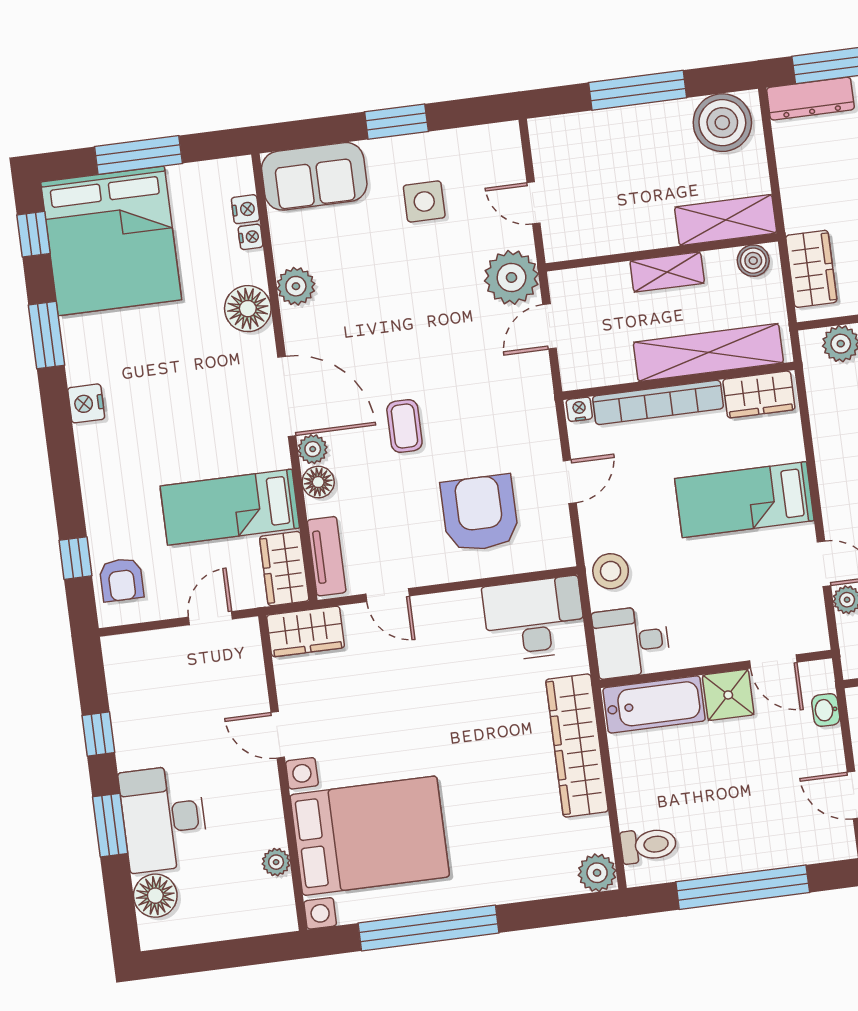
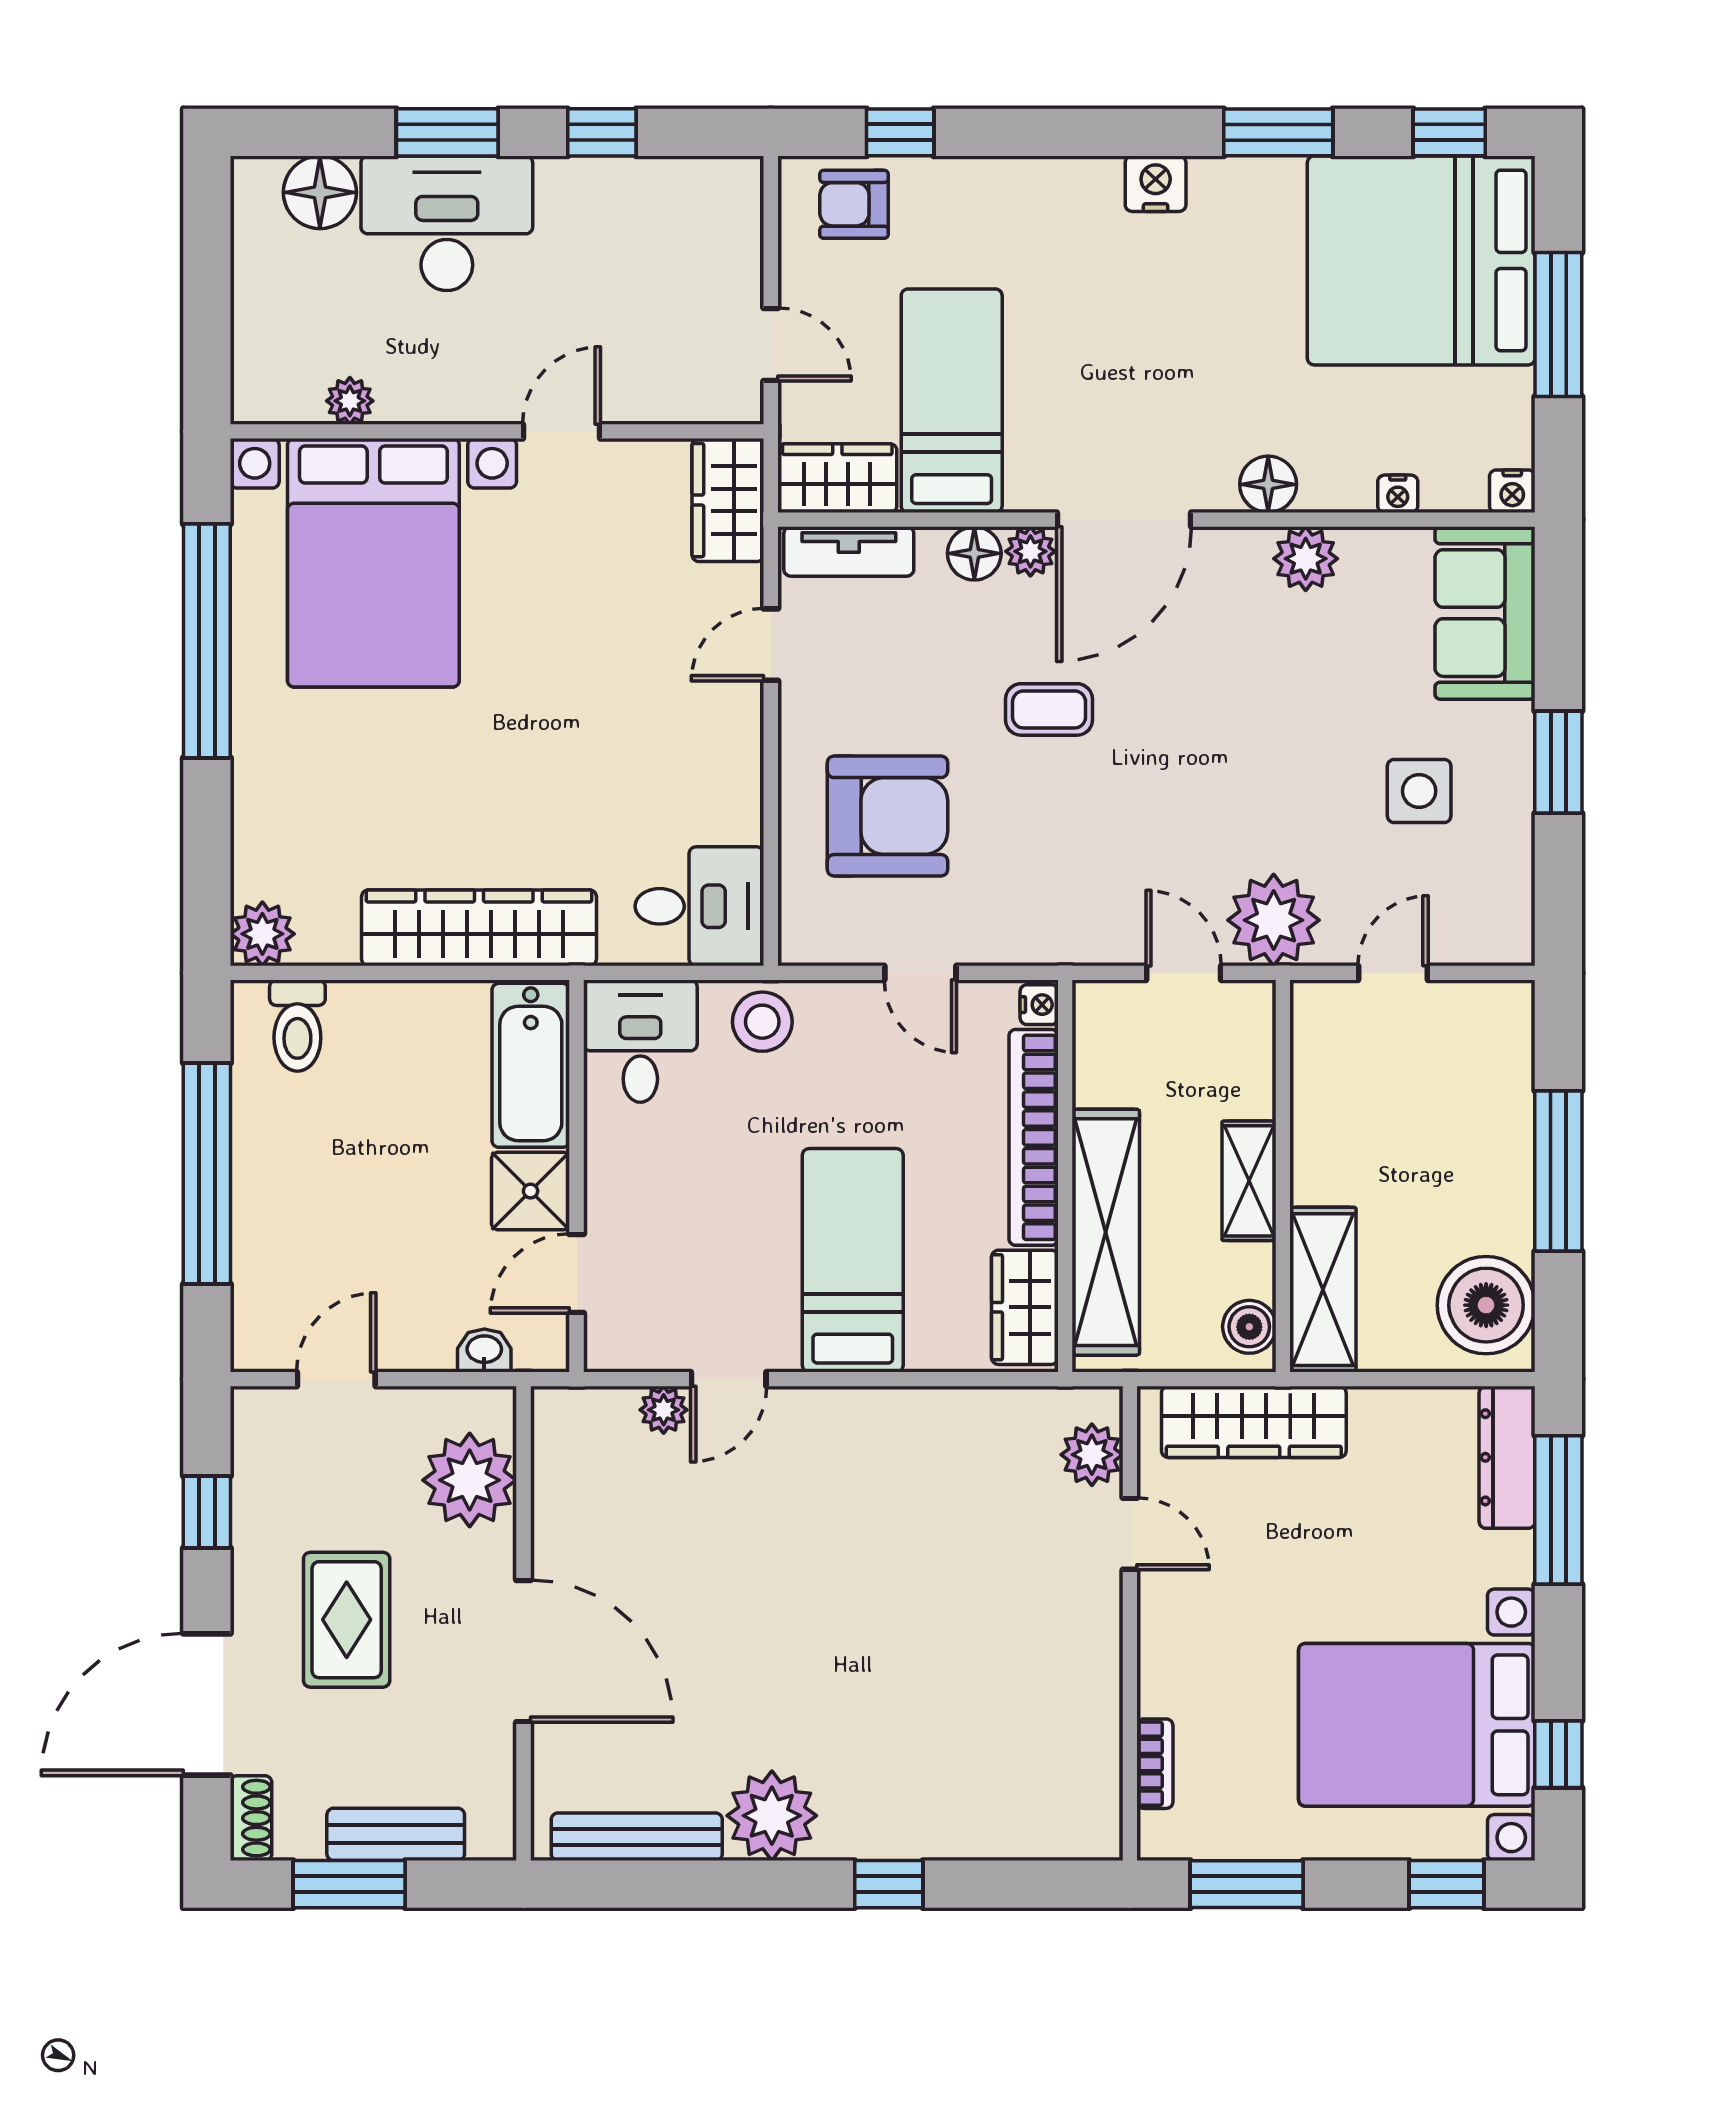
nightstand: (245, 209) -> (1512, 491), moved
wardrobe: (811, 269) -> (1254, 1422), width x1.50
floor lamp: (248, 309) -> (1268, 484), width x0.73, depth x0.73
desk: (534, 619) -> (699, 906), width x0.73

